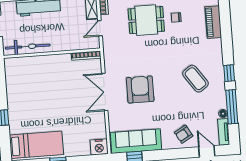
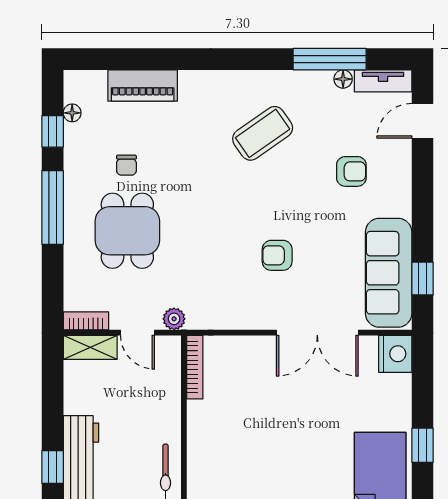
plant: (108, 45) -> (174, 319), added
window: (229, 73) -> (256, 59), removed
armchair: (140, 89) -> (277, 255), width x0.53, depth x0.53
double door: (105, 92) -> (317, 333), moved
armchair: (184, 134) -> (351, 171), moved, turned -60

